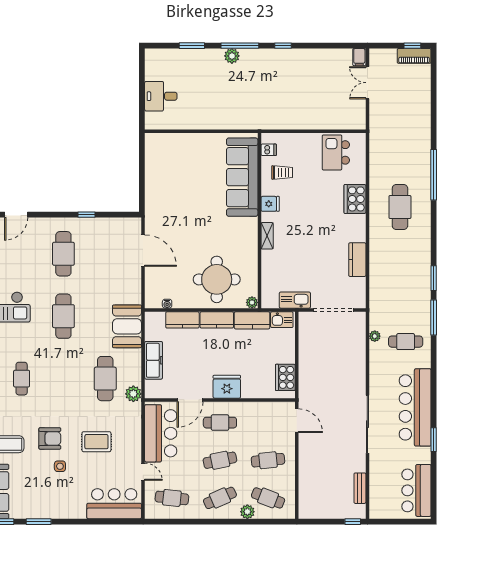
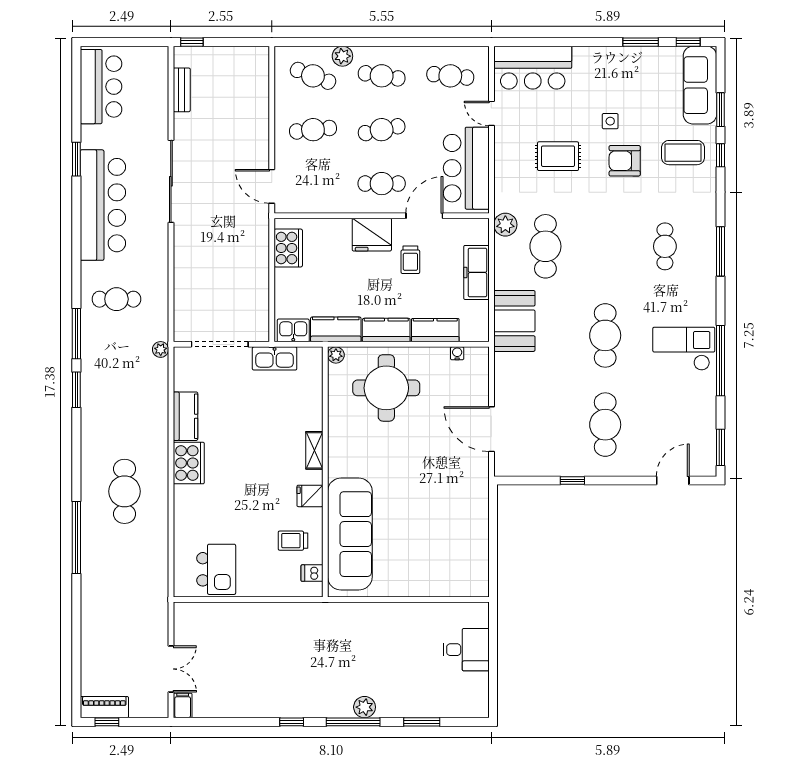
cooker: (355, 199) -> (189, 463), moved
plant: (375, 336) -> (161, 349), moved
trolley: (200, 369) -> (410, 260), added
cafe table: (220, 498) -> (382, 76), turned 33

